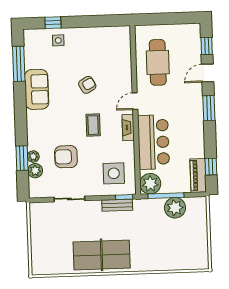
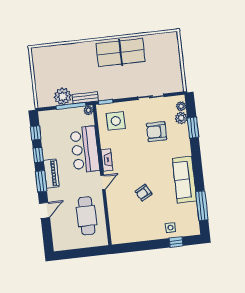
window: (207, 46) -> (38, 155), moved
sofa: (37, 89) -> (185, 180), width x1.36
coffee table: (93, 125) -> (136, 160), removed
plant: (33, 157) -> (181, 106), moved
armchair: (66, 157) -> (157, 132), turned 180
piano: (198, 175) -> (51, 174), moved
plant: (150, 184) -> (88, 110), width x0.53, depth x0.53
bench: (117, 205) -> (85, 98), moved

